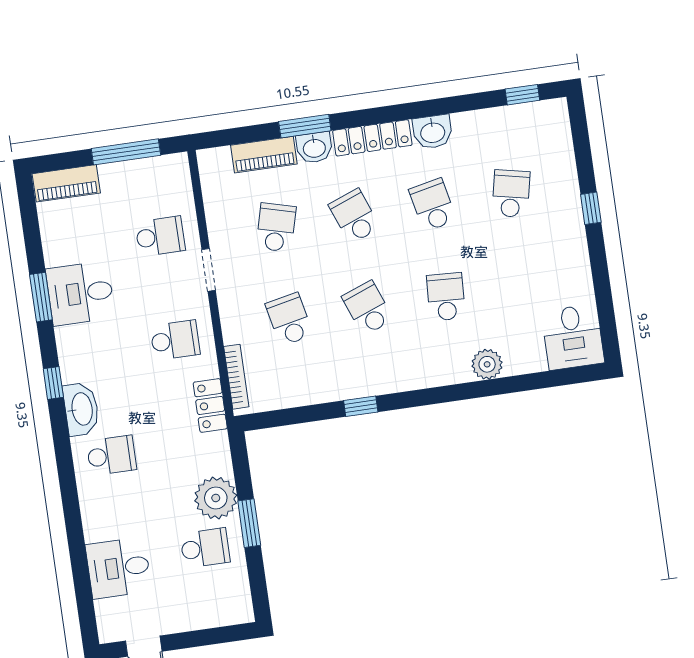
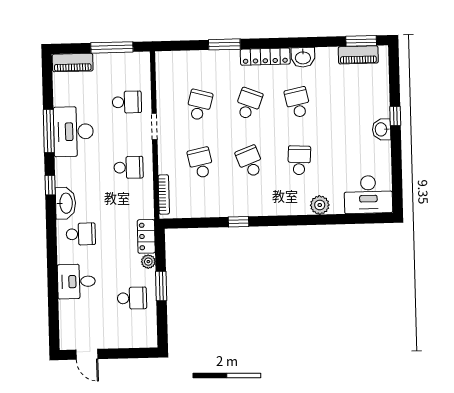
window: (522, 95) -> (361, 41), width x1.50
washbasin: (314, 148) -> (382, 129), moved, turned 90
piano: (264, 155) -> (358, 55), moved
school desk: (511, 194) -> (347, 101), removed
school desk: (354, 216) -> (248, 104), turned 42
desk: (80, 293) -> (73, 132), width x1.37
window: (41, 297) -> (49, 131), width x1.44
desk: (573, 337) -> (368, 194), width x1.37
locker: (210, 405) -> (146, 236), moved
plant: (216, 498) -> (148, 262), width x0.53, depth x0.53
desk: (118, 568) -> (76, 281), moved

